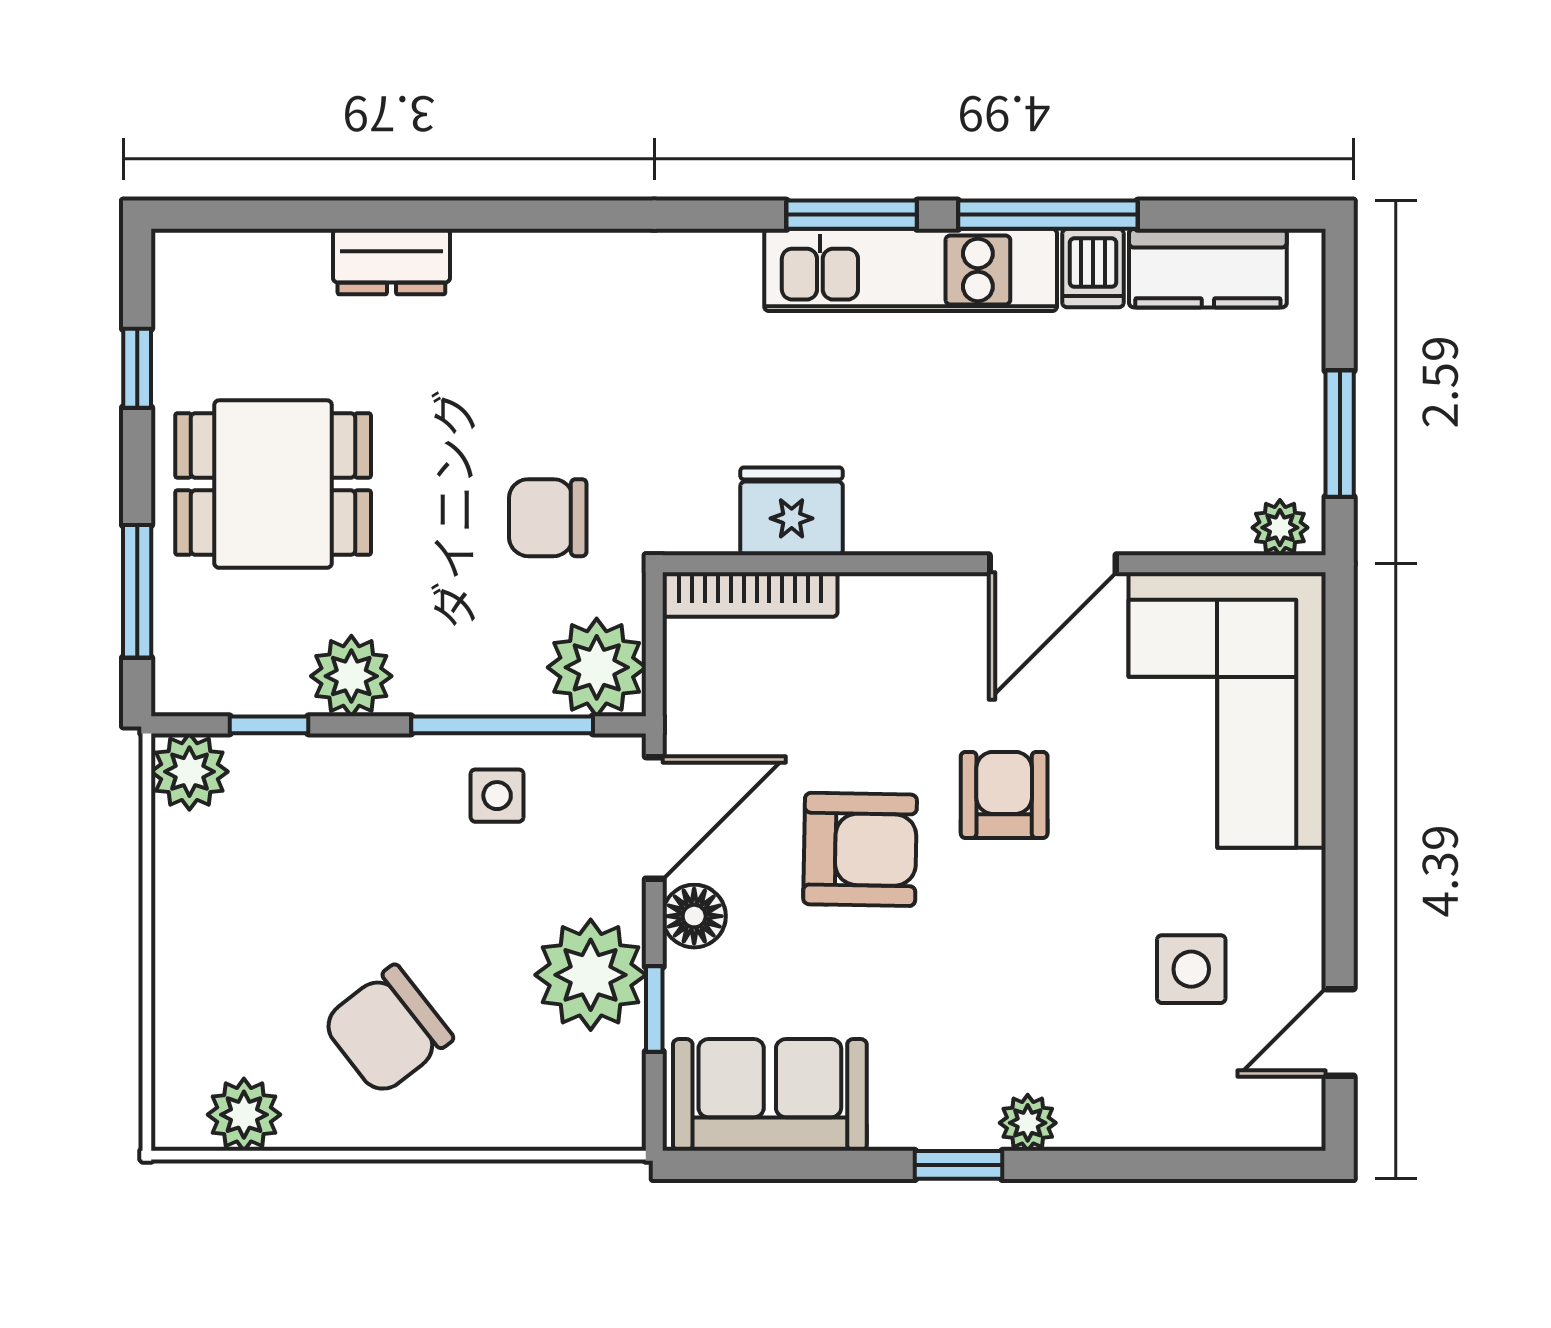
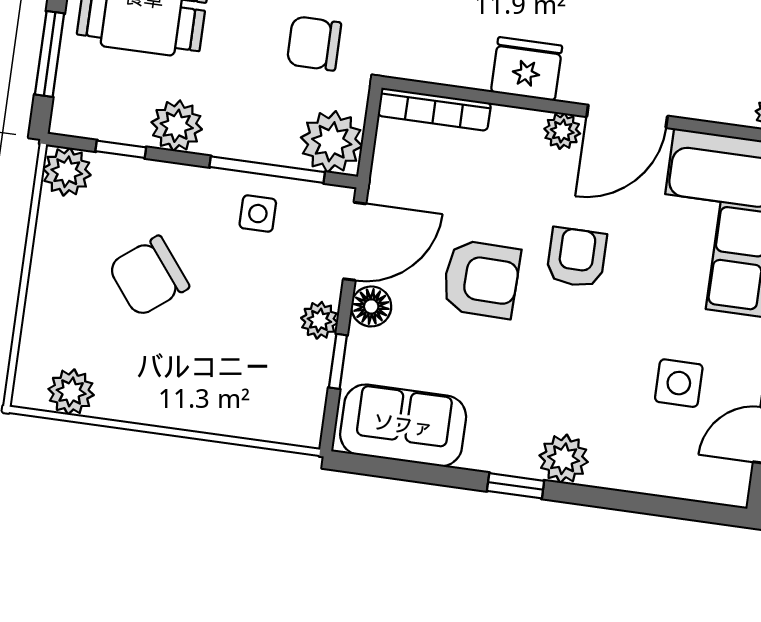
fridge: (792, 511) -> (527, 69), moved
plant: (954, 601) -> (562, 131), added
plant: (591, 975) -> (319, 320), width x0.53, depth x0.53
chair: (387, 1030) -> (149, 276), moved
plant: (1028, 1123) -> (564, 459), width x1.38, depth x1.38

